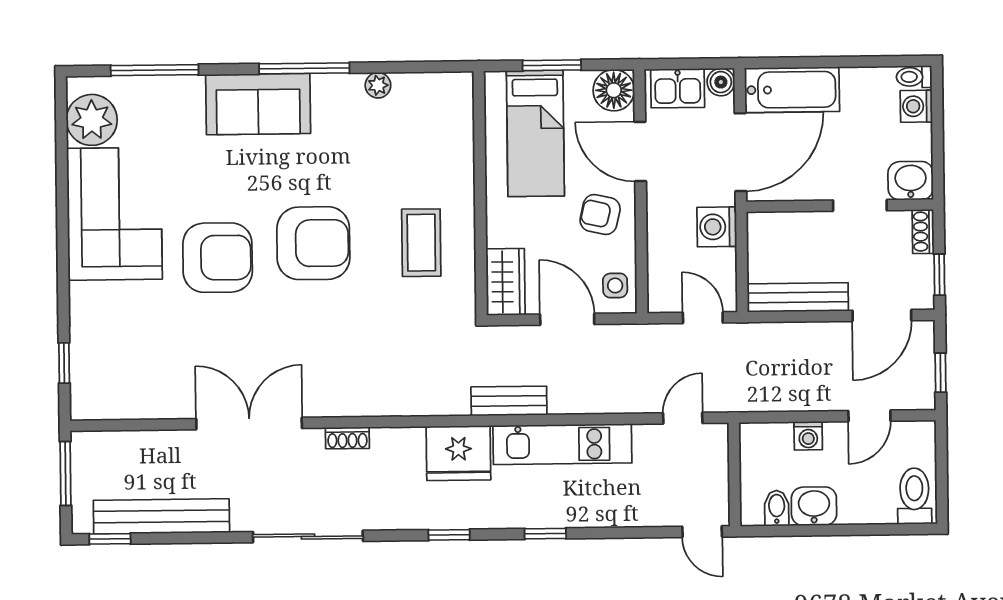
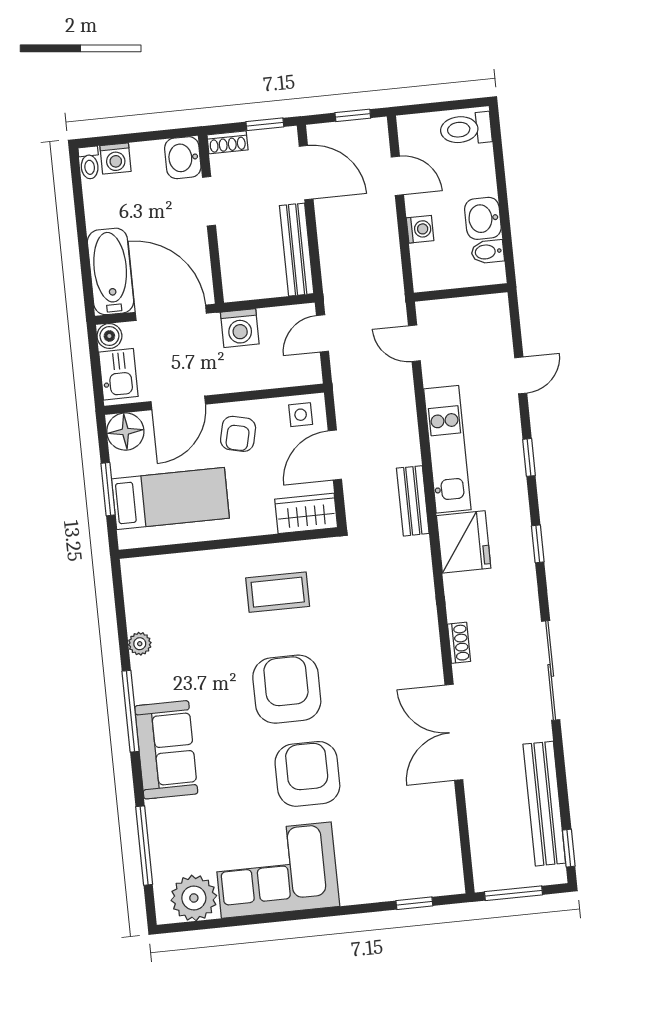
door: (702, 532) -> (521, 375), moved

